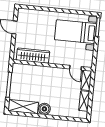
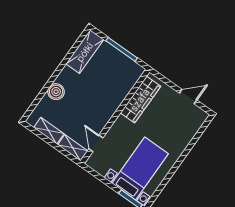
door: (75, 68) -> (96, 143), hinge flipped
boiler: (44, 109) -> (56, 92), moved

